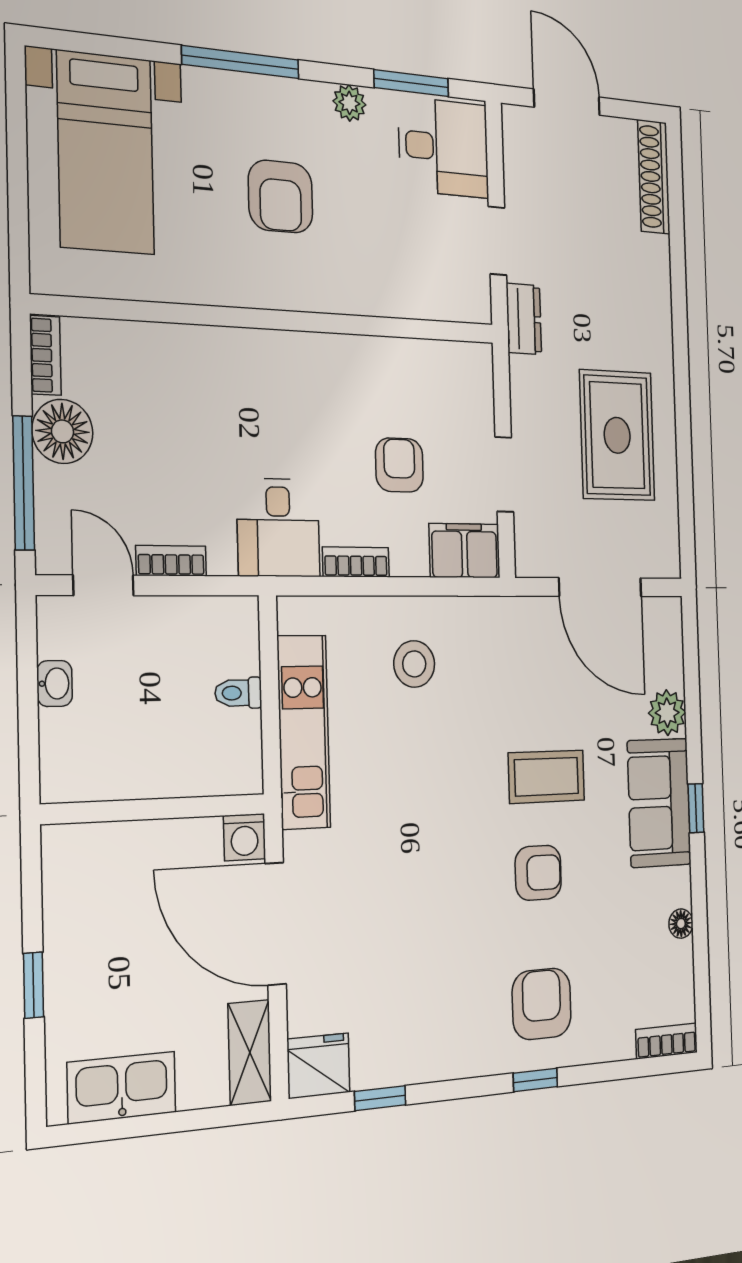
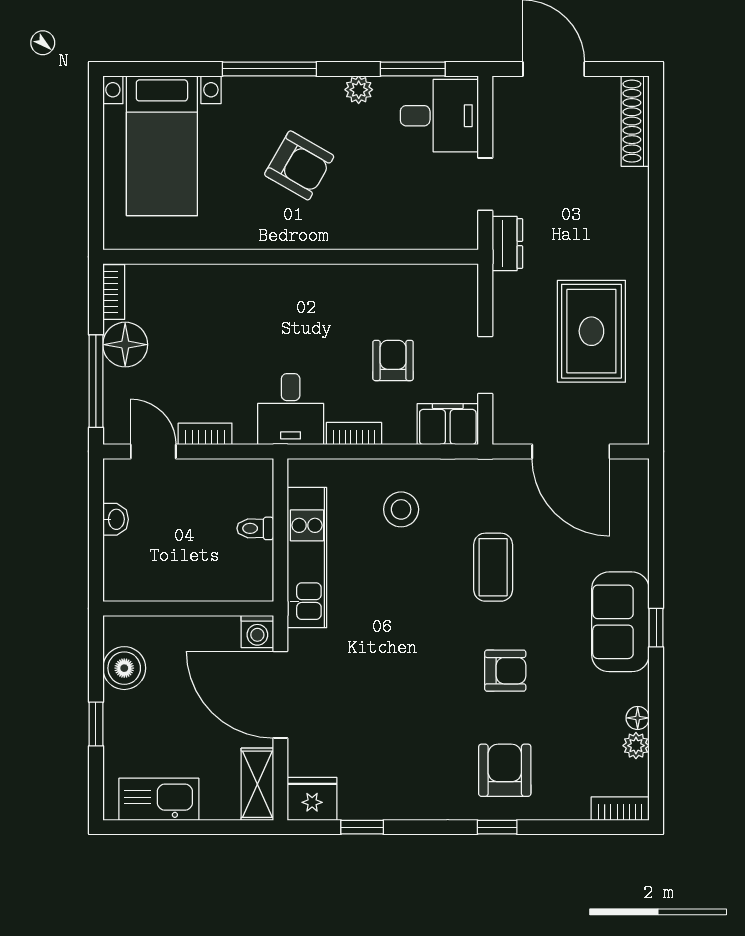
armchair: (281, 197) -> (299, 165), turned -60
plant: (667, 713) -> (636, 746), moved, width x0.73, depth x0.73
coffee table: (546, 777) -> (493, 567), moved, turned 90
boiler: (71, 900) -> (124, 668), added

